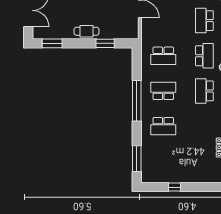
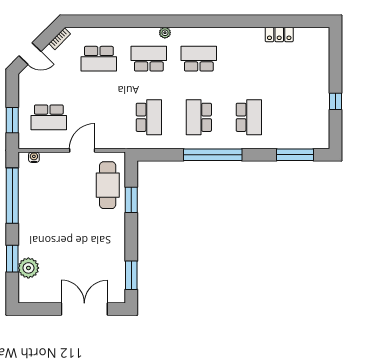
cafe table: (87, 31) -> (108, 185), moved, width x1.37, depth x1.35
school desk: (204, 91) -> (199, 59), turned 180

